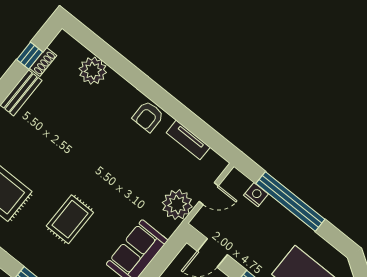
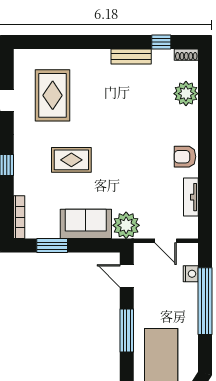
shoe rack: (43, 62) -> (186, 55), moved
plant: (177, 205) -> (126, 225), moved

